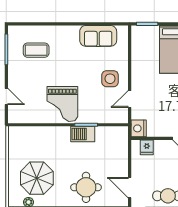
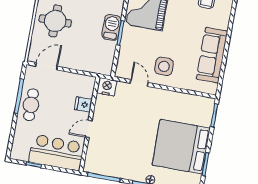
sofa: (98, 36) -> (212, 55), width x1.36
fridge: (147, 147) -> (83, 104), moved

